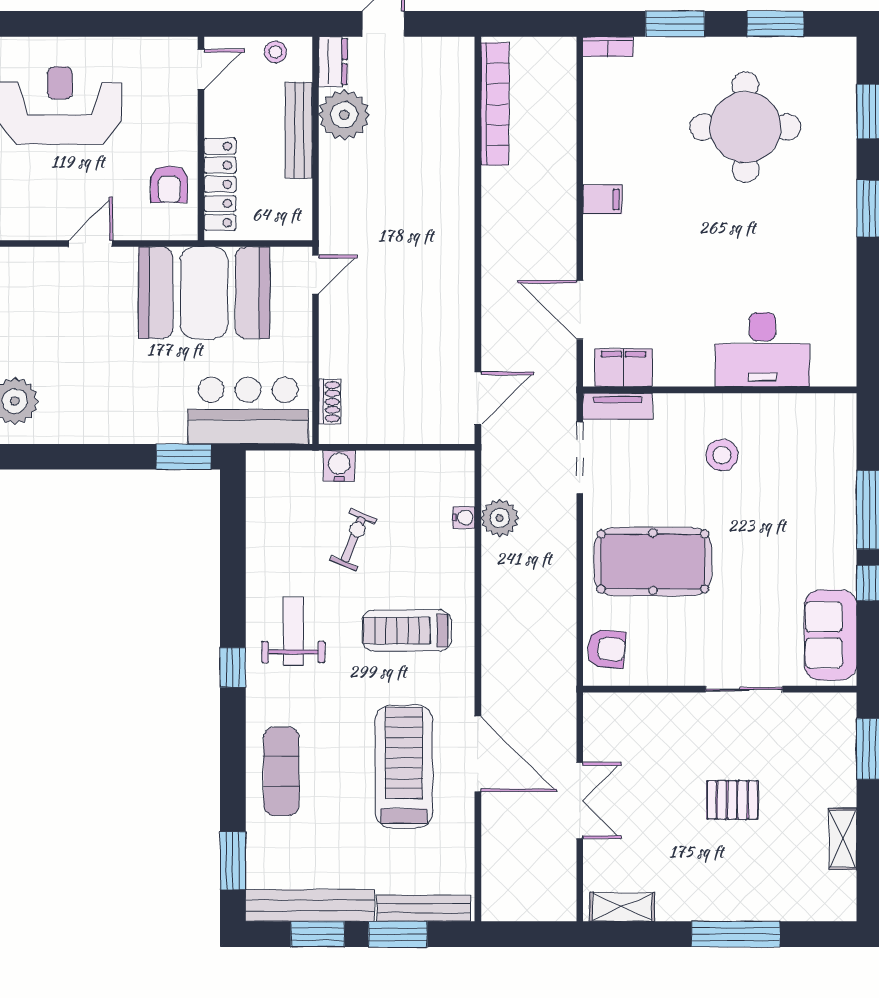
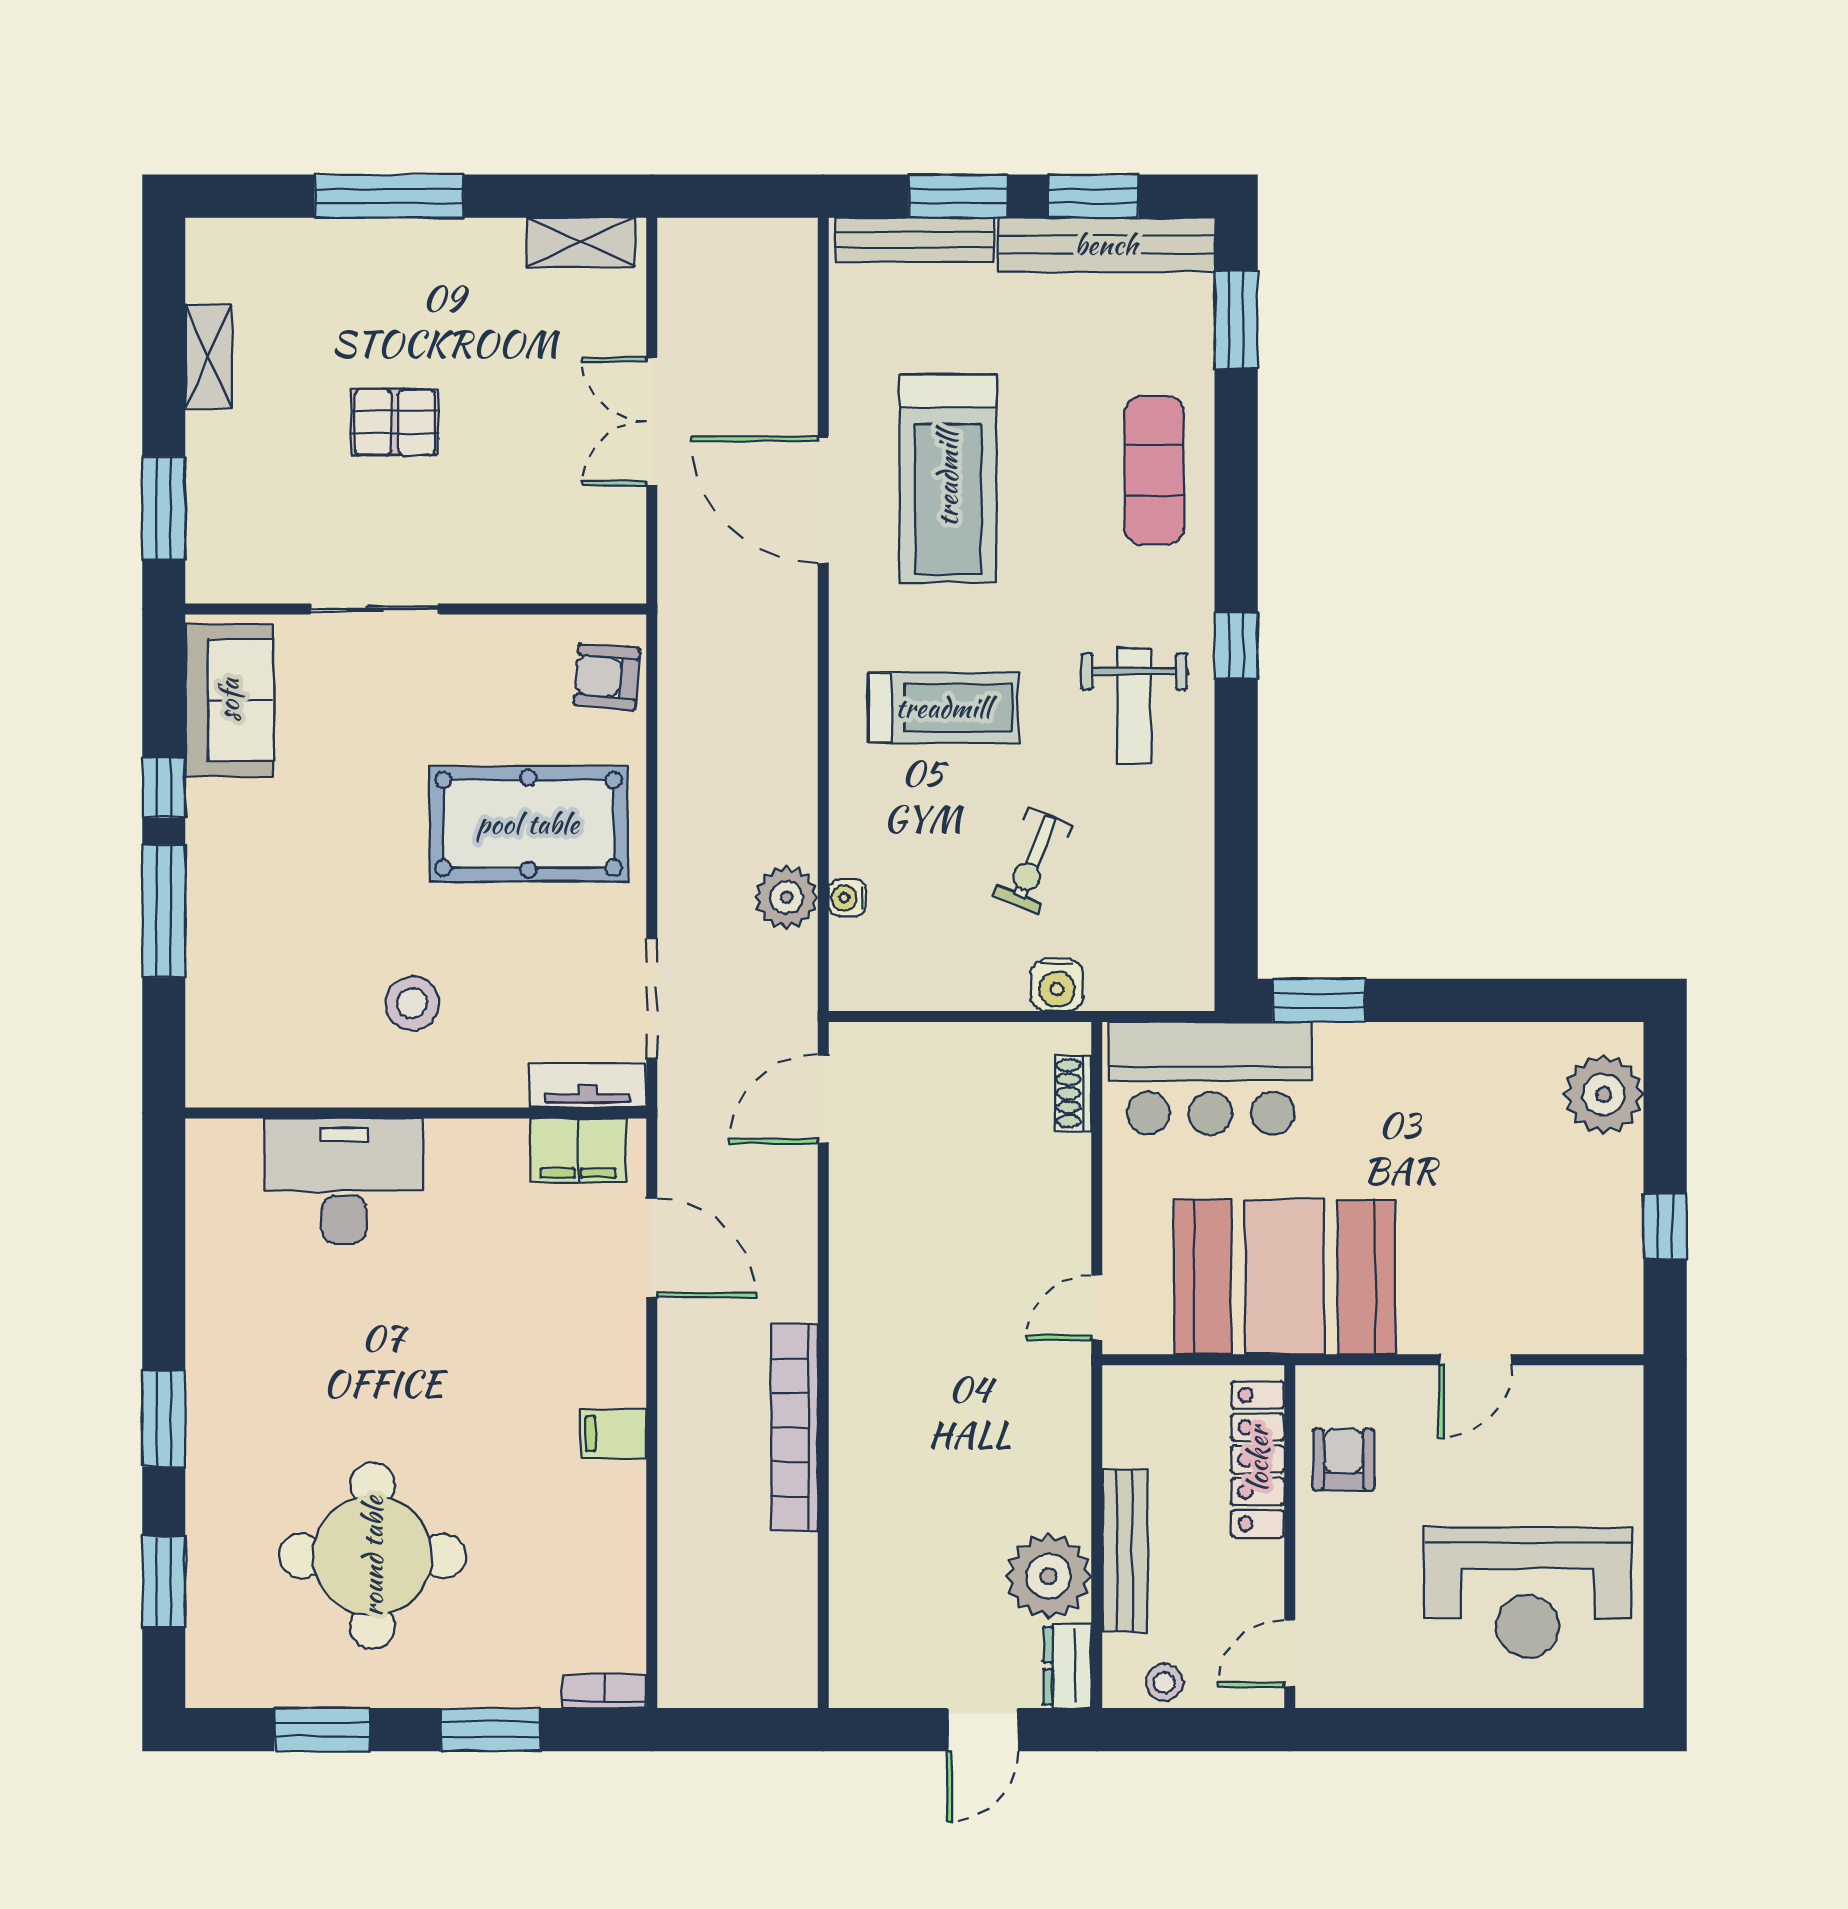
bookcase: (495, 104) -> (794, 1428), moved

